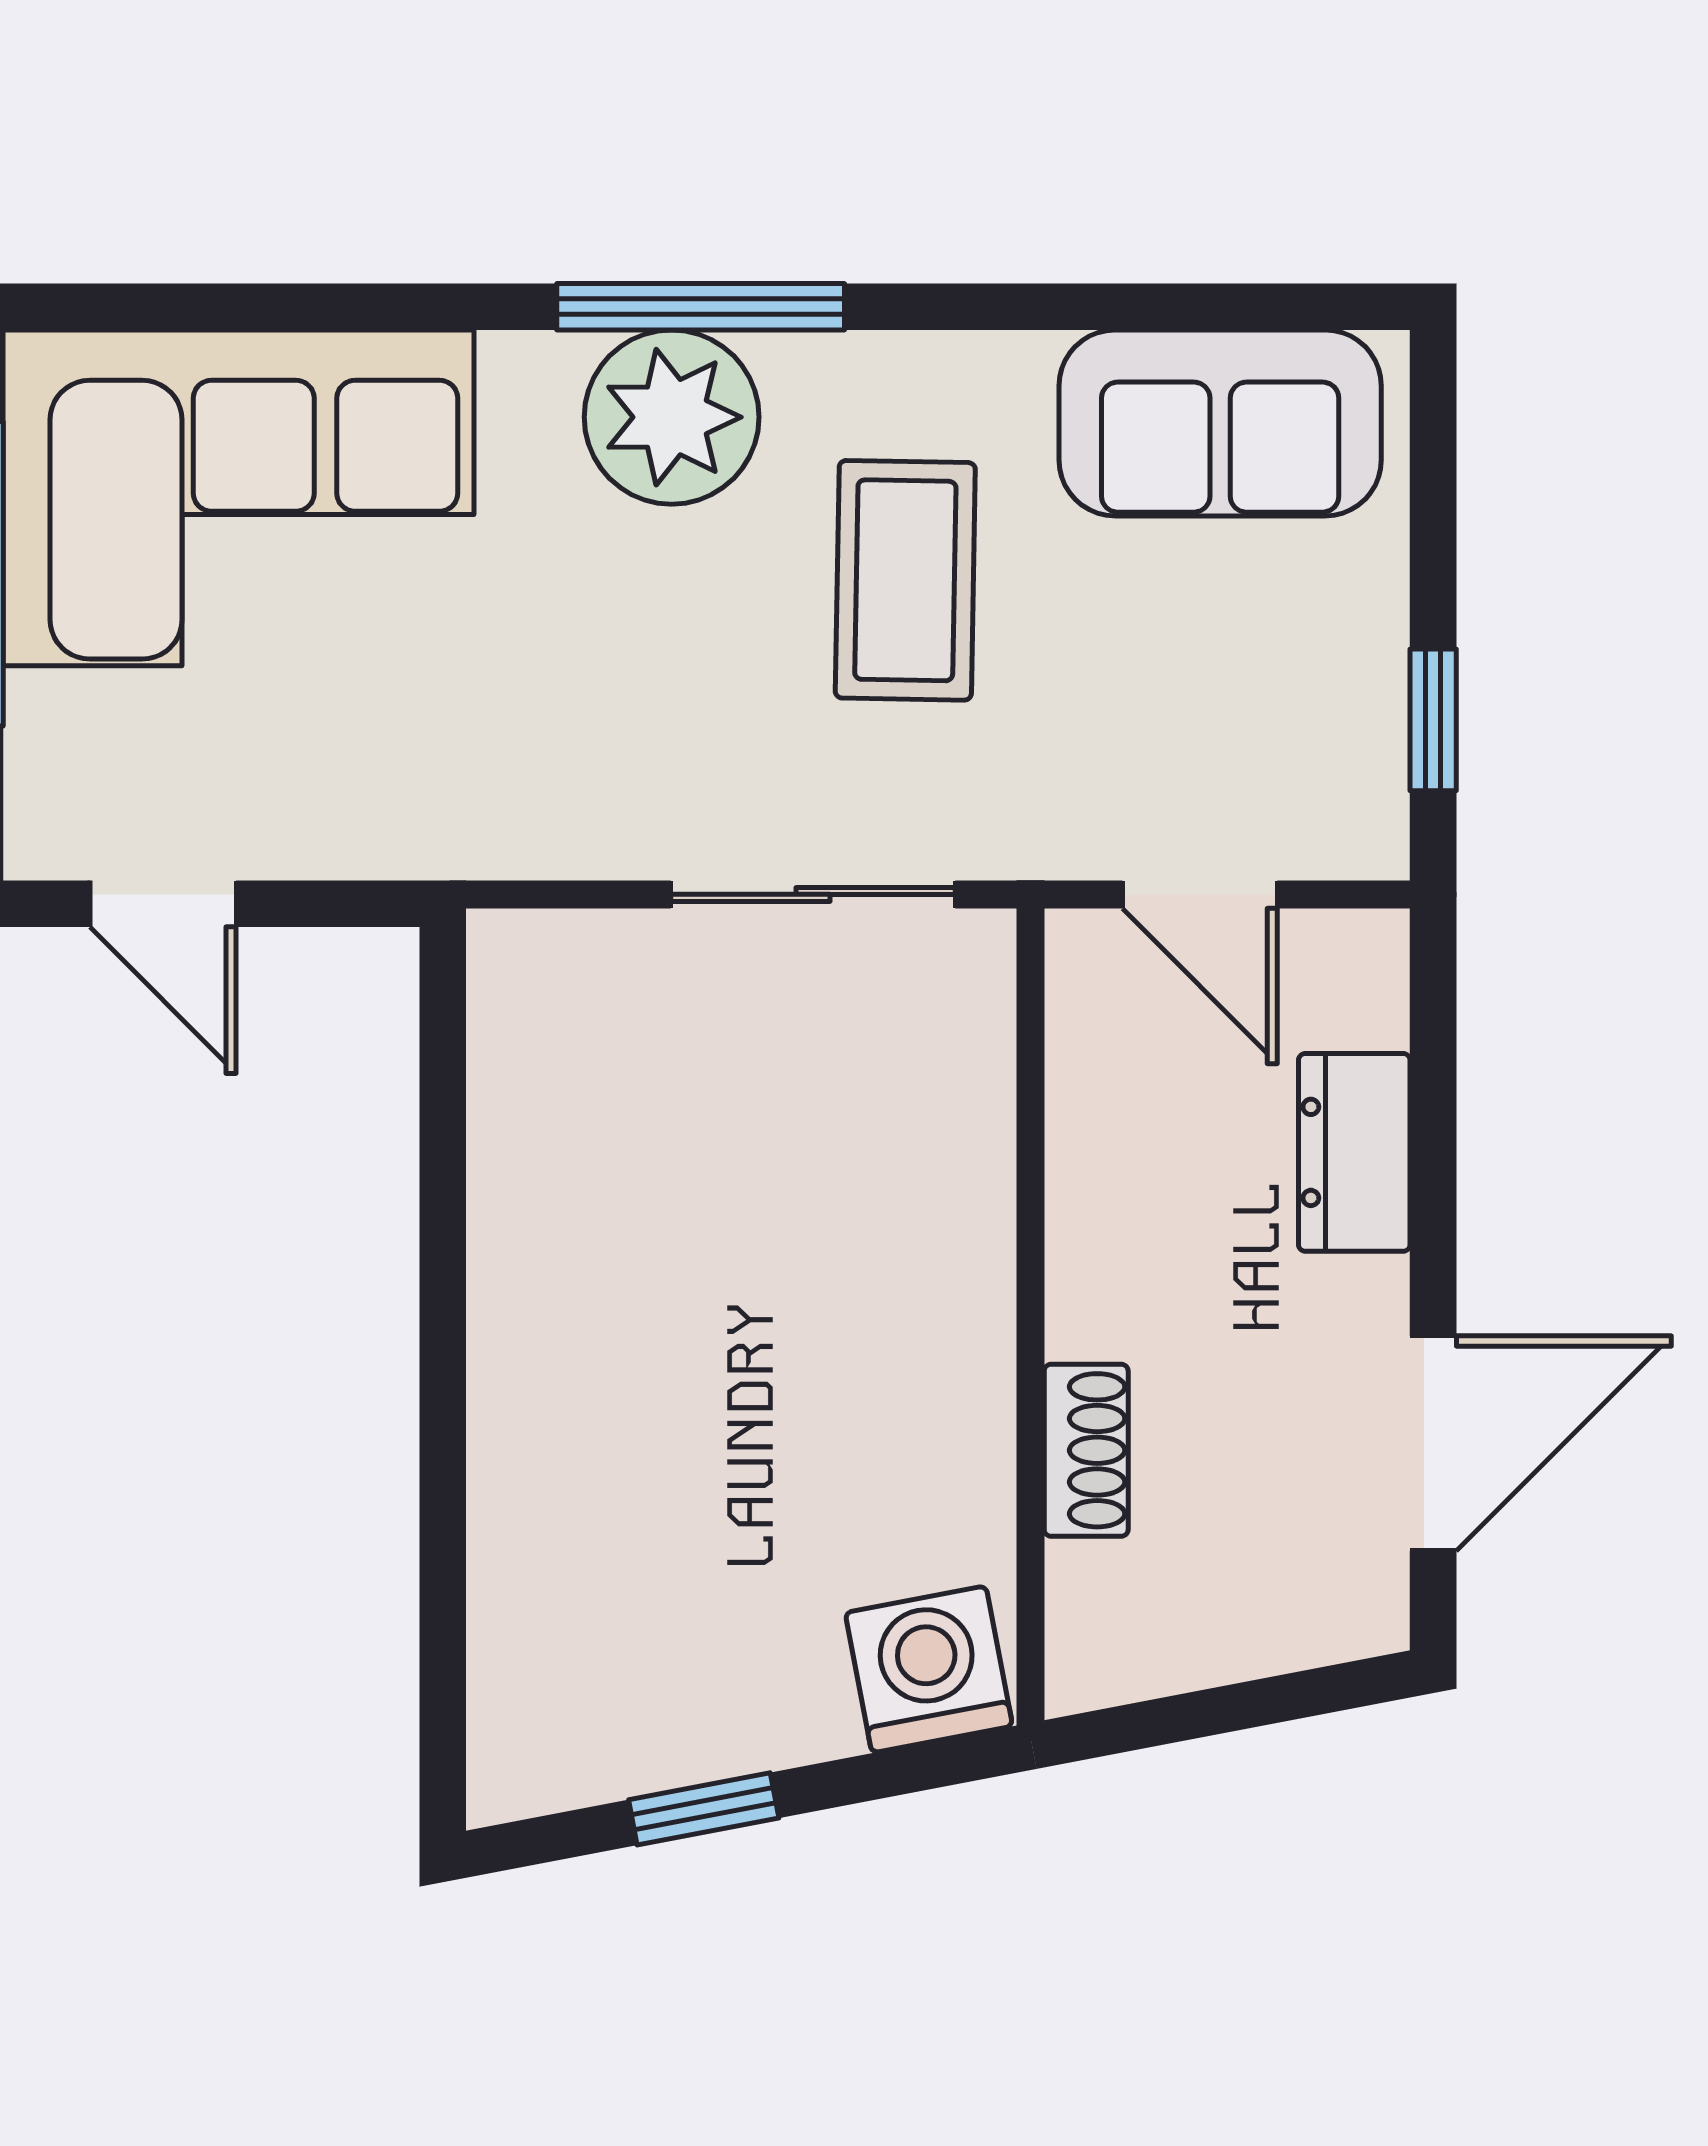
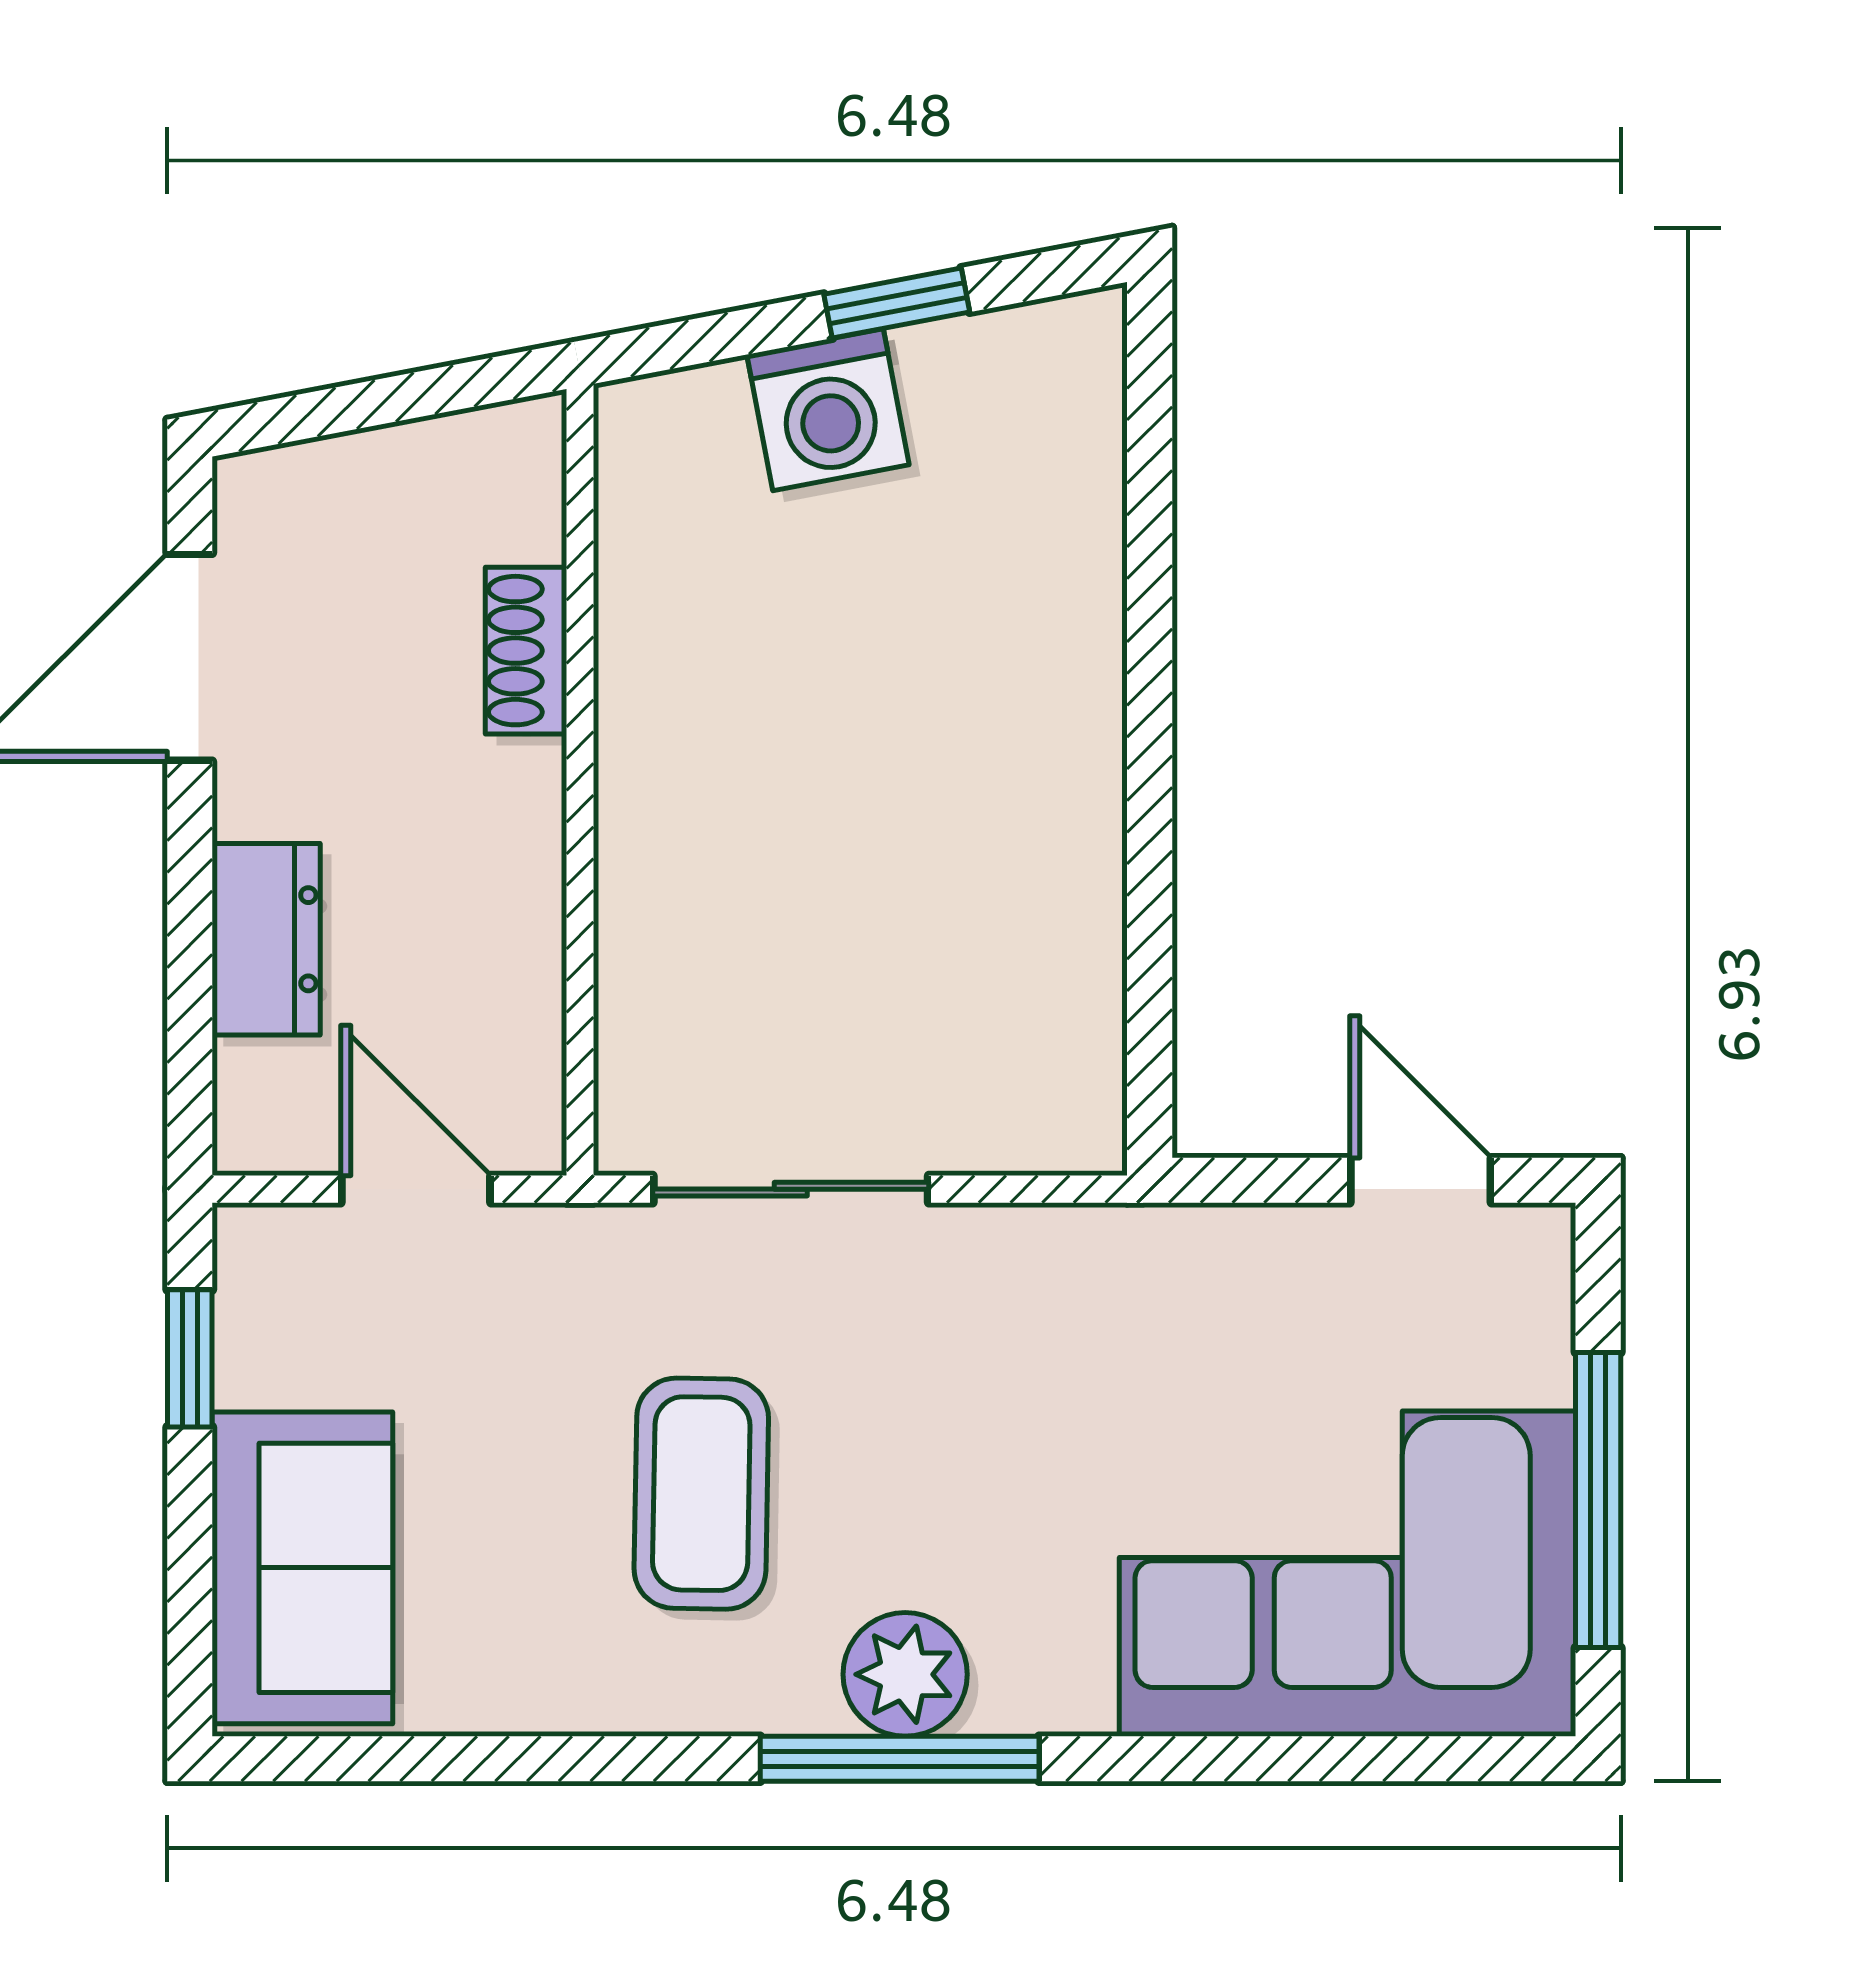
plant: (672, 417) -> (905, 1674), width x0.73, depth x0.73
sofa: (1220, 423) -> (302, 1568), moved, turned 90
washing machine: (929, 1669) -> (828, 410), moved

